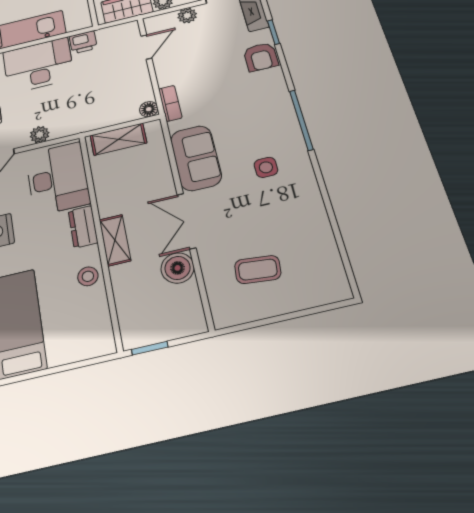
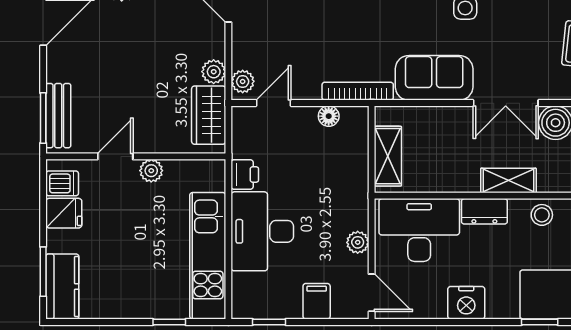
plant: (187, 16) -> (243, 81), moved
door: (146, 47) -> (274, 103), hinge flipped
bookcase: (170, 103) -> (358, 91), width x1.56
floor lamp: (149, 109) -> (329, 116), moved

